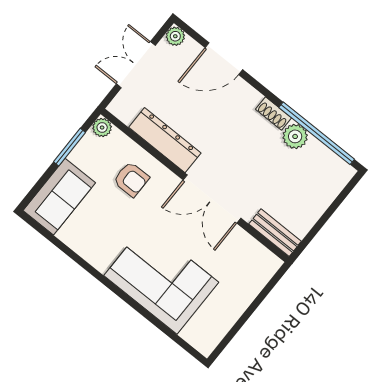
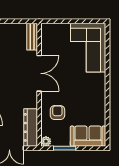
dresser: (165, 140) -> (31, 127), moved
corner sofa: (161, 279) -> (88, 48), moved

